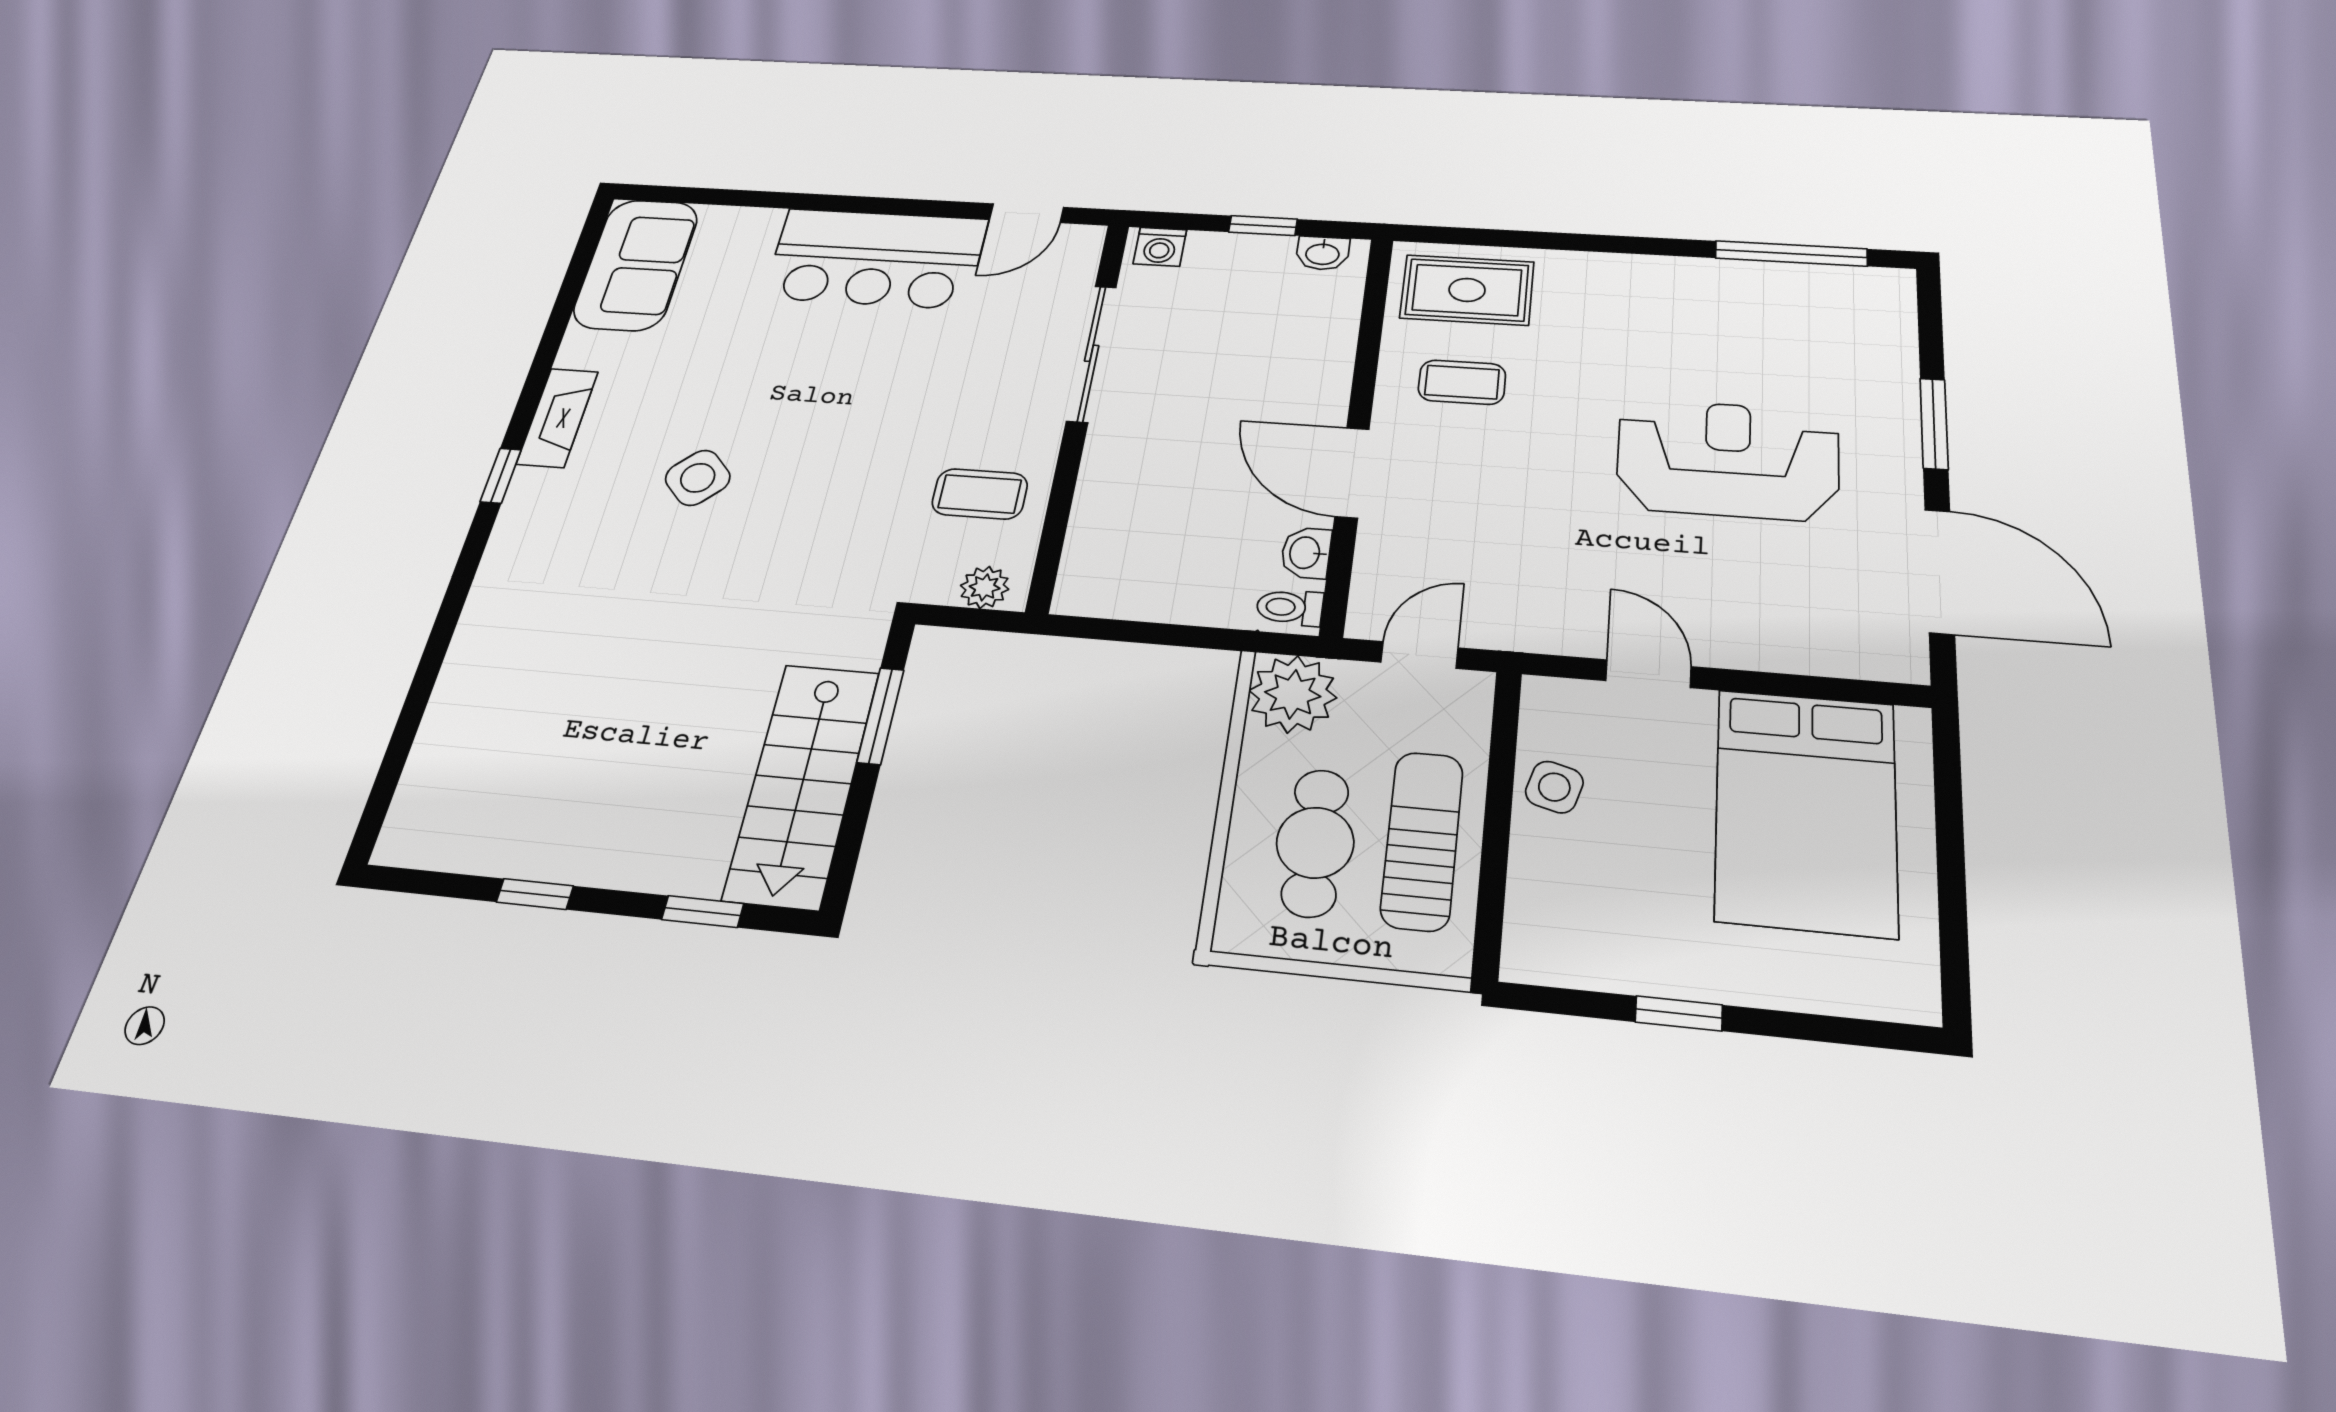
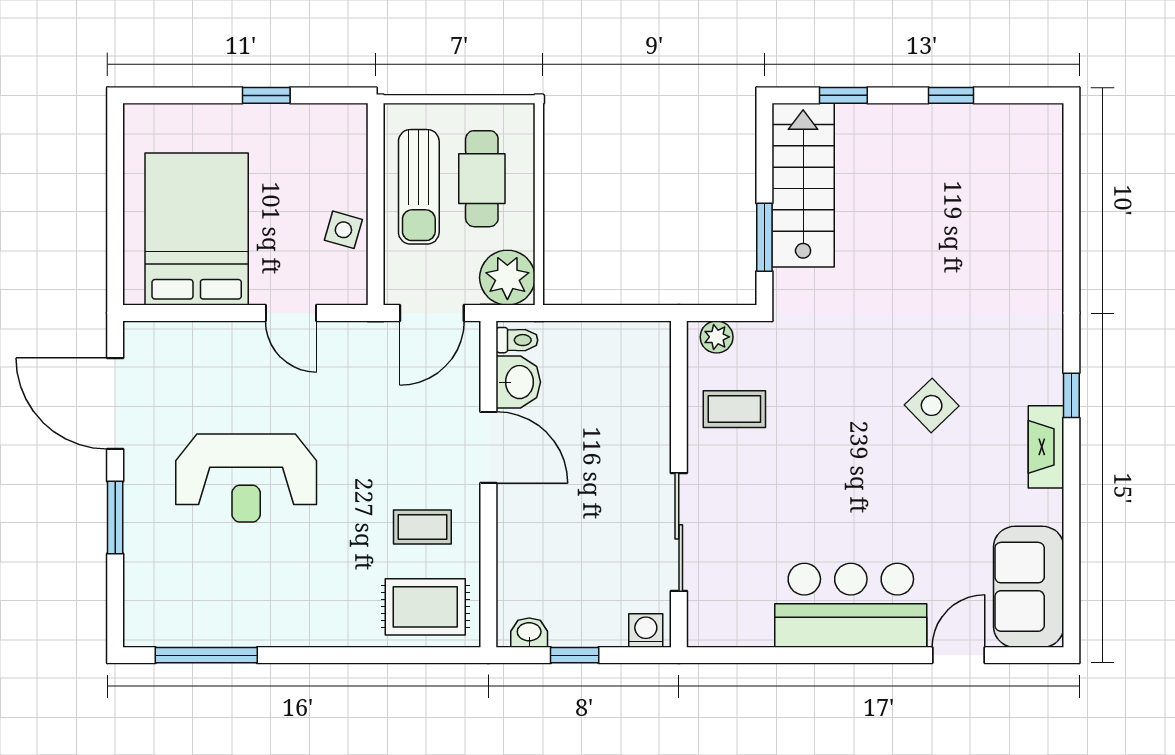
door: (1027, 213) -> (959, 655), moved
washbasin: (1306, 553) -> (518, 382), width x1.38, depth x1.45
door: (1419, 655) -> (432, 313), width x1.38

